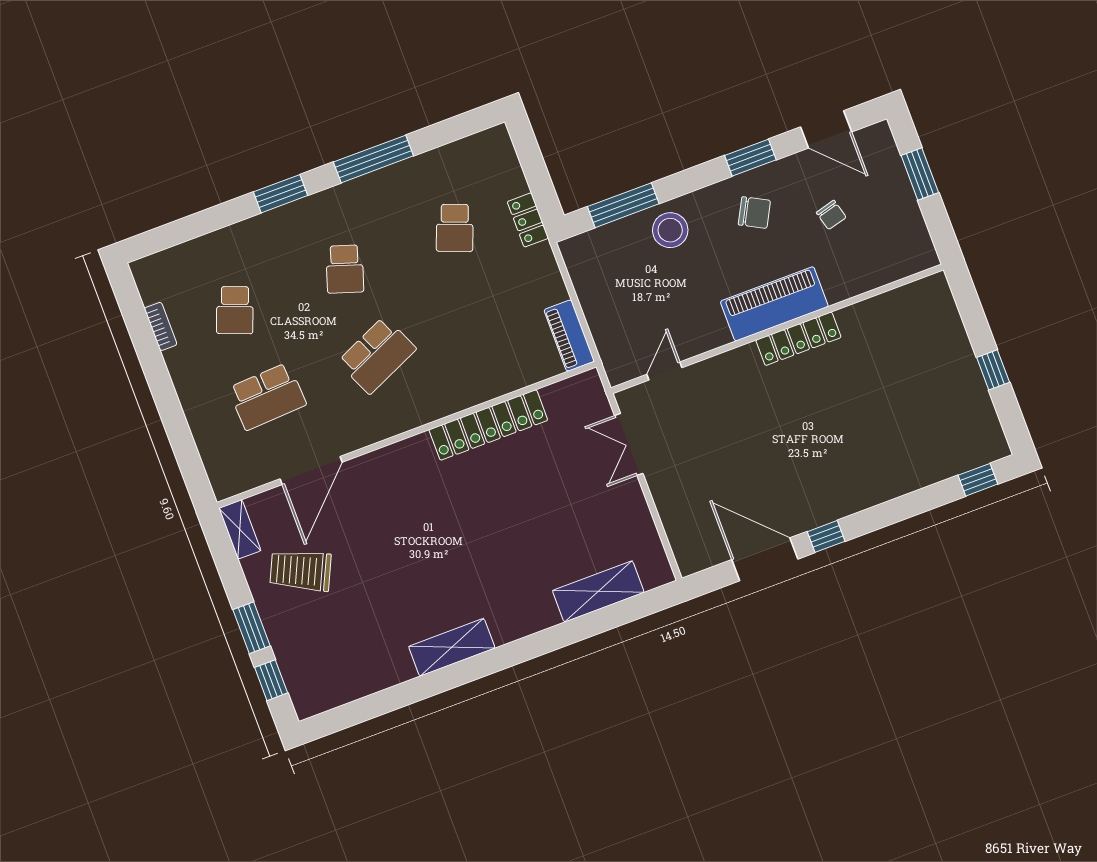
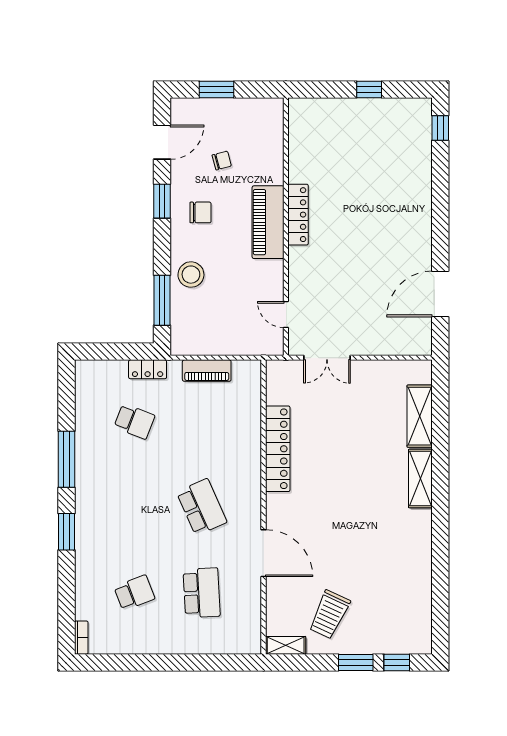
chair: (754, 213) -> (201, 212), turned 62
school desk: (345, 269) -> (134, 507), removed
school desk: (235, 310) -> (134, 593), turned -42
bookcase: (161, 326) -> (81, 638), moved, turned 90
piano: (569, 336) -> (207, 371), moved
door: (311, 470) -> (264, 553), moved
window: (826, 536) -> (440, 246), removed
shelving: (452, 647) -> (420, 478), moved

